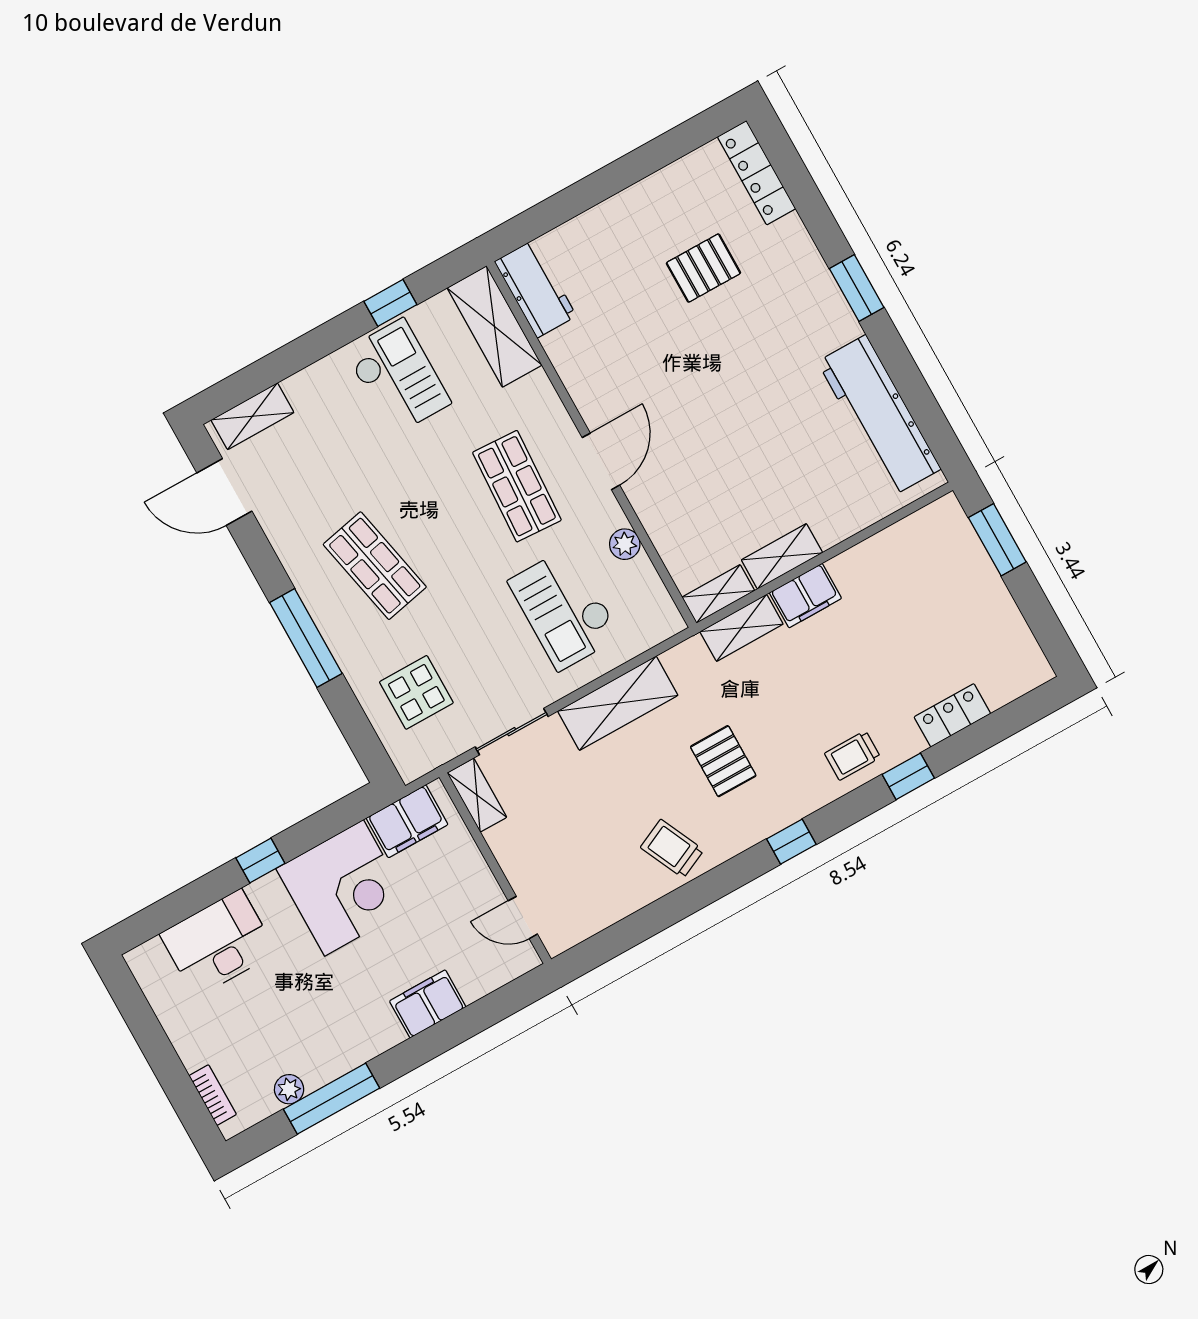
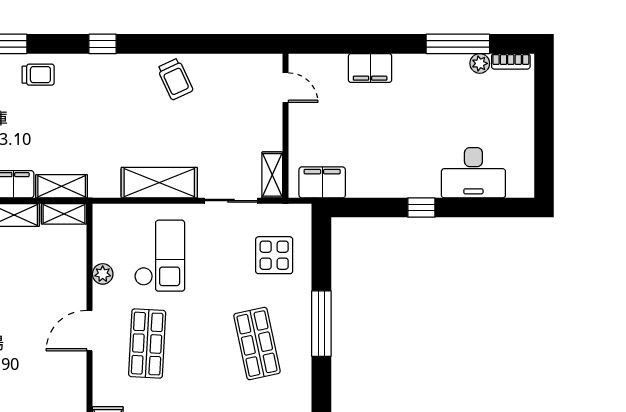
pallet: (723, 761) -> (116, 114), removed
corner desk: (344, 888) -> (381, 164), removed
bookcase: (213, 1095) -> (511, 61), moved, turned -90

